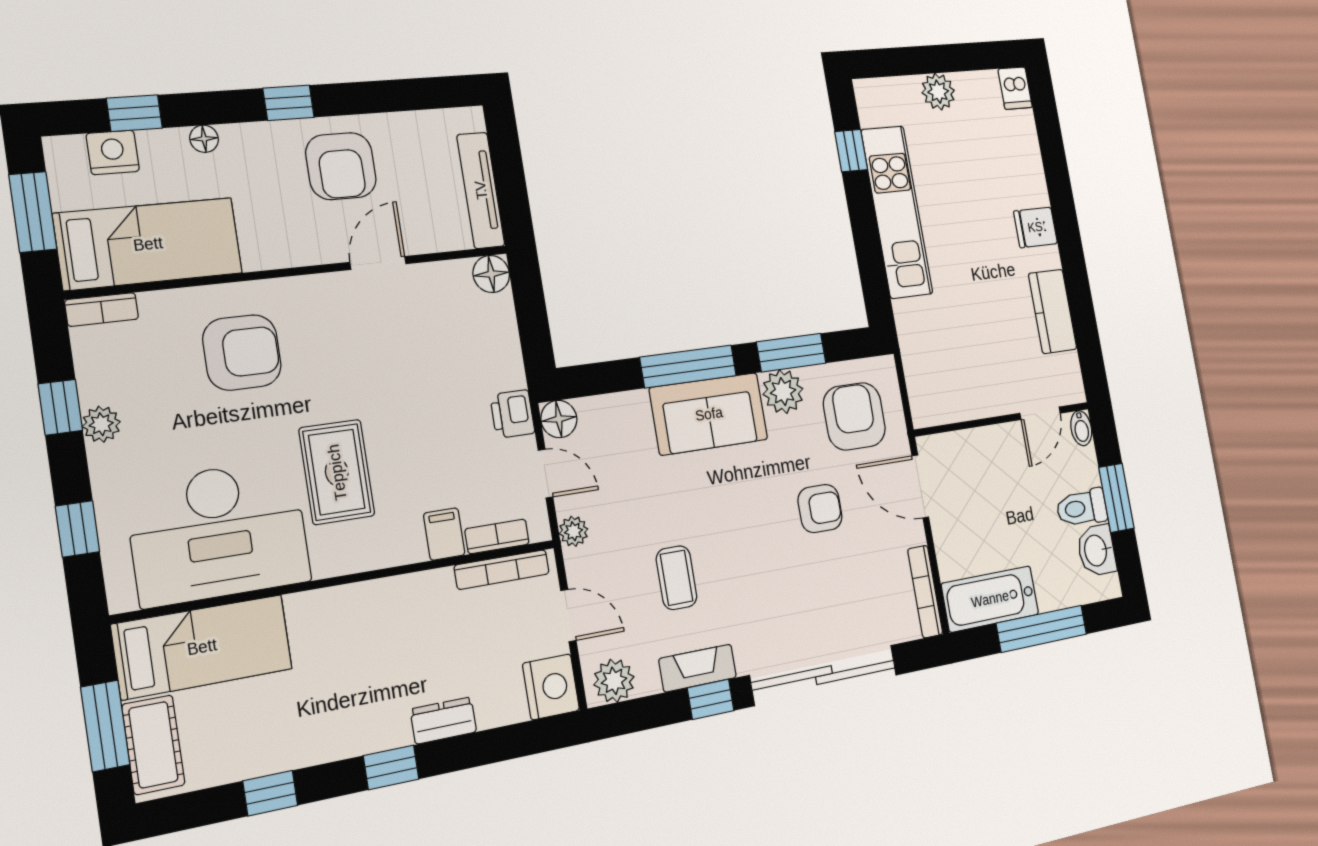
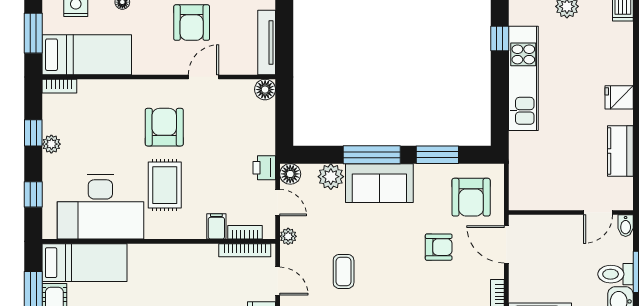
armchair: (242, 352) -> (164, 127), moved, turned -90
plant: (783, 392) -> (331, 177), moved
armchair: (854, 416) -> (471, 197), turned 180

